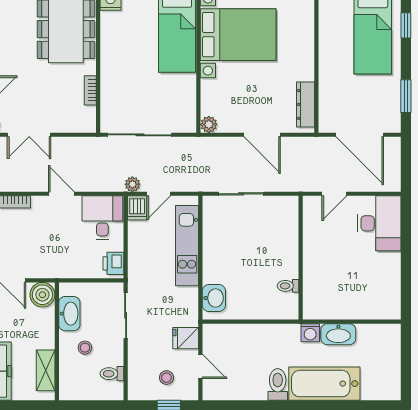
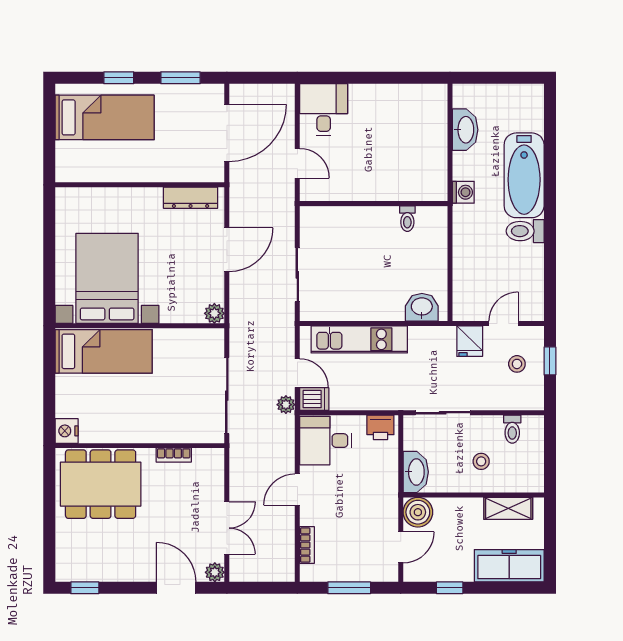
window: (406, 25) -> (119, 78), moved
desk: (379, 223) -> (324, 110), width x0.73
washbasin: (69, 314) -> (416, 472), moved, turned 90
washbasin: (338, 334) -> (465, 130), moved

